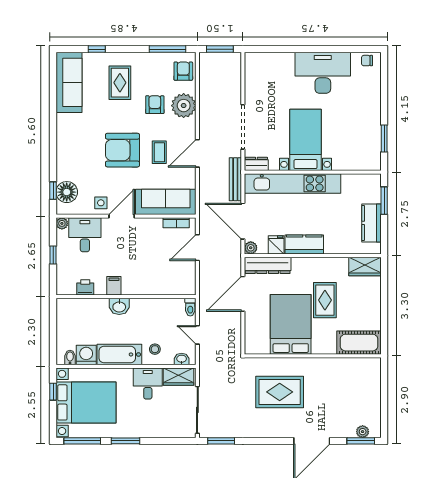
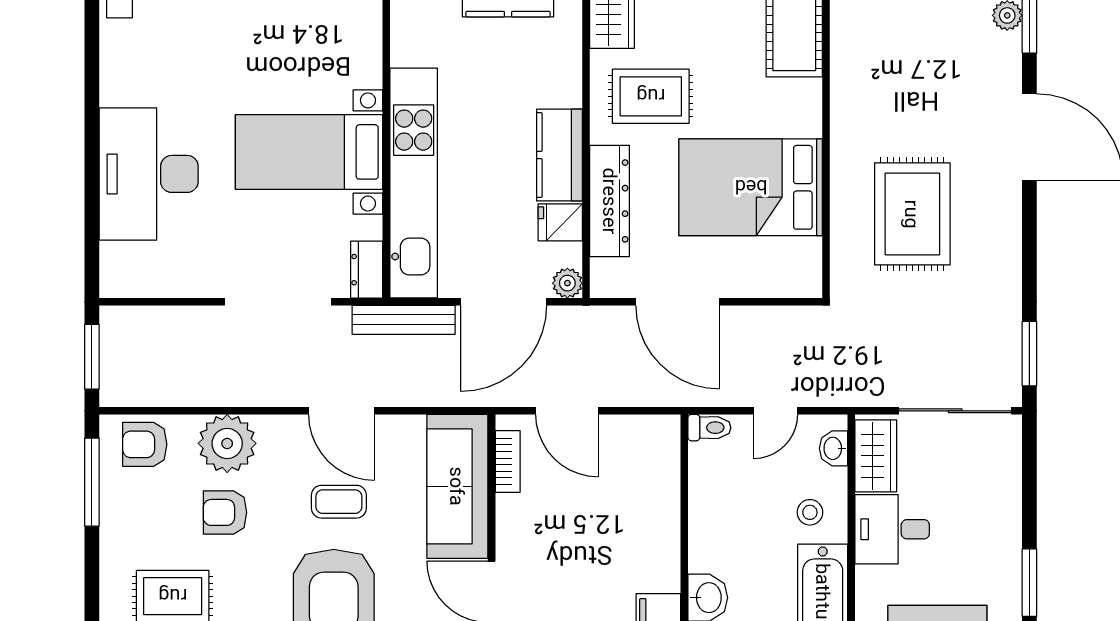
desk: (323, 73) -> (149, 174), moved
dresser: (268, 265) -> (610, 201), moved
rug: (325, 300) -> (651, 96), moved

